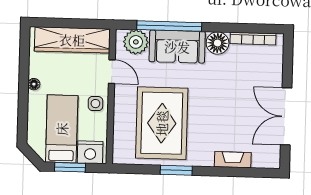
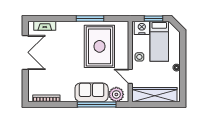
floor lamp: (218, 43) -> (68, 95), removed
fireplace: (233, 160) -> (45, 26), moved
window: (176, 170) -> (90, 18), width x1.44

